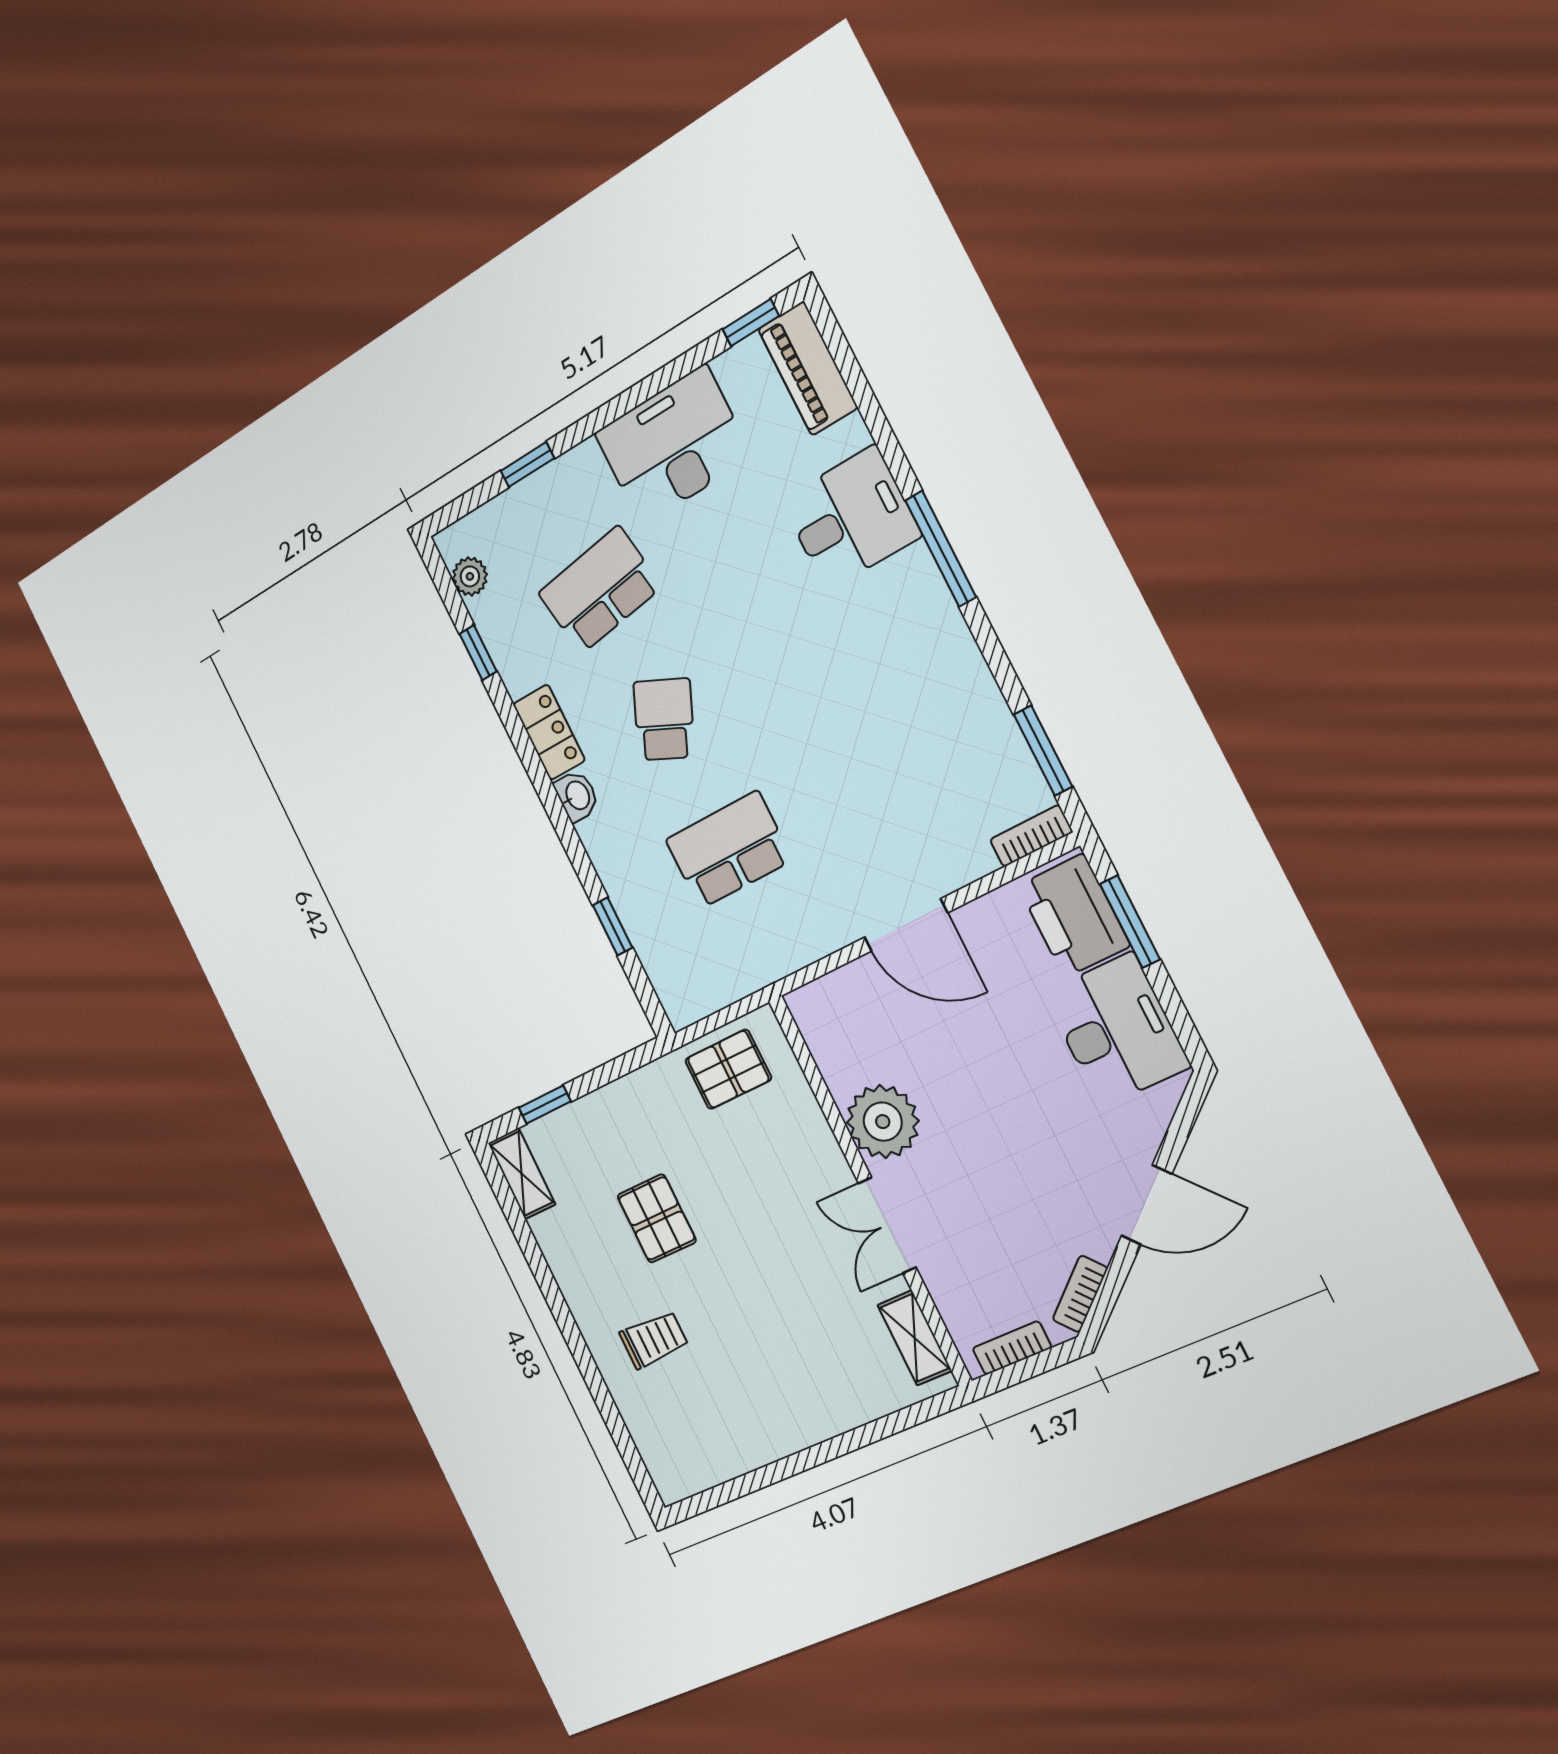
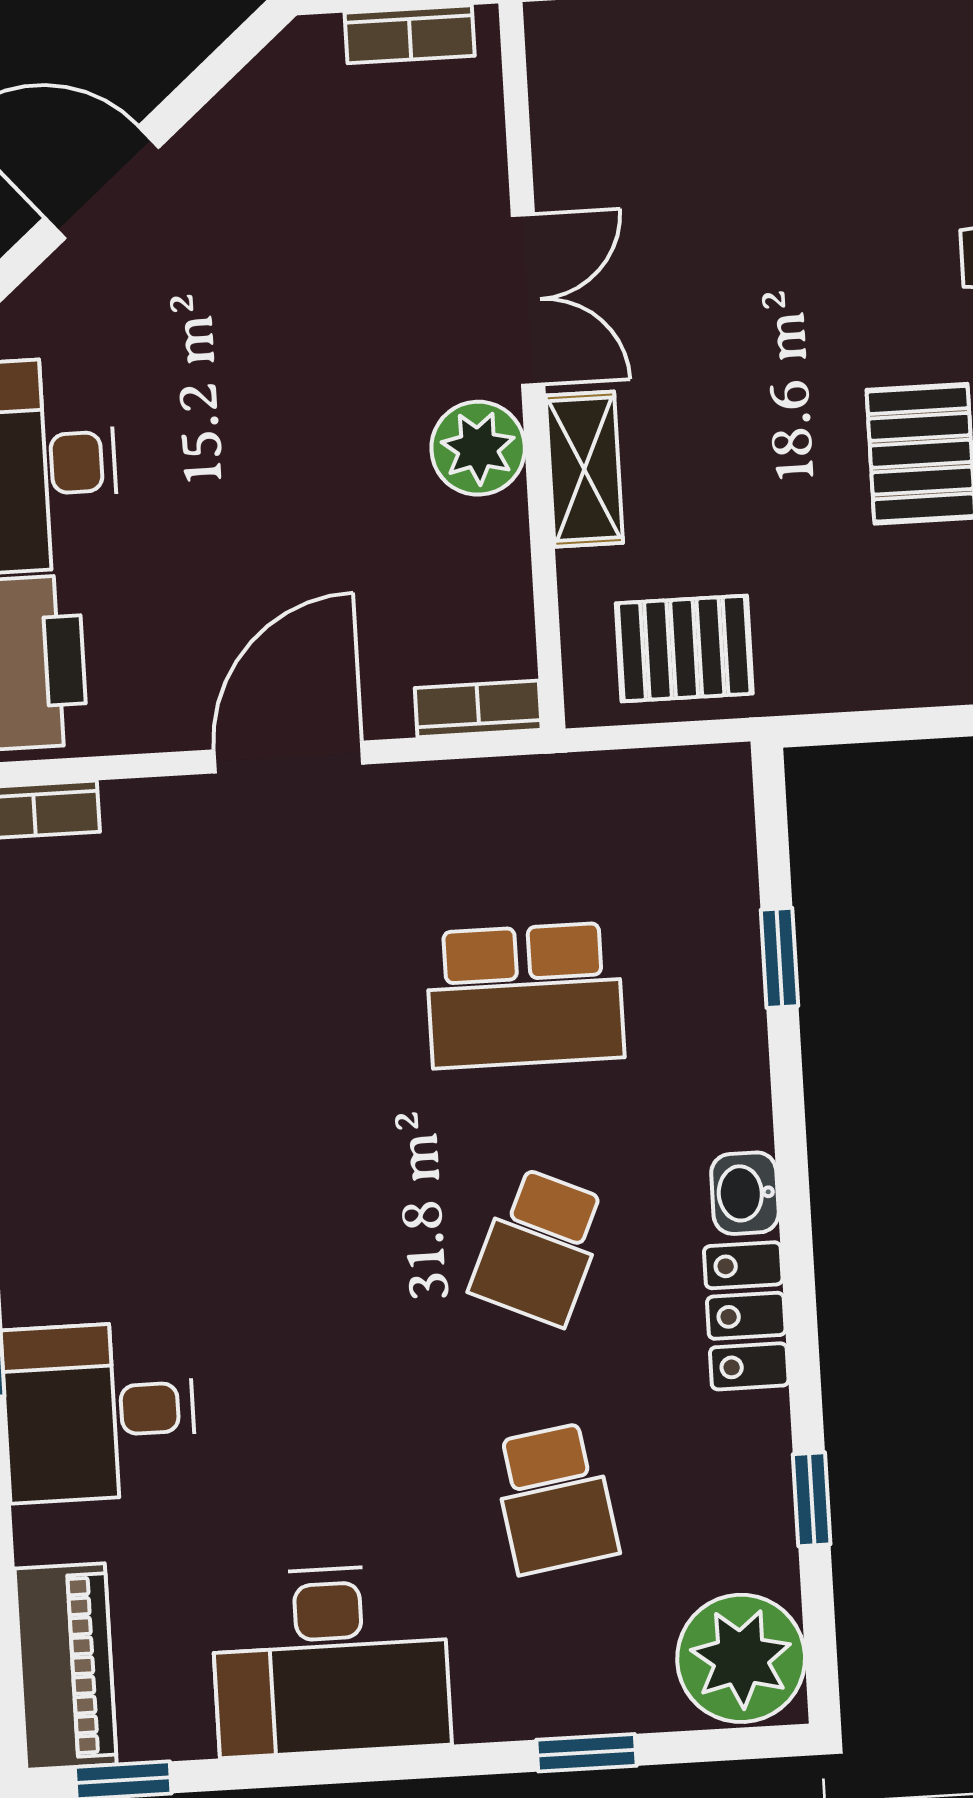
plant: (470, 576) -> (741, 1658), width x1.87, depth x1.87
school desk: (600, 590) -> (555, 1498), width x0.54
door: (906, 925) -> (288, 757), hinge flipped
plant: (883, 1122) -> (478, 448), width x0.73, depth x0.73
bookcase: (1080, 1294) -> (478, 709), moved, turned -139
shelving: (915, 1338) -> (584, 469), moved

